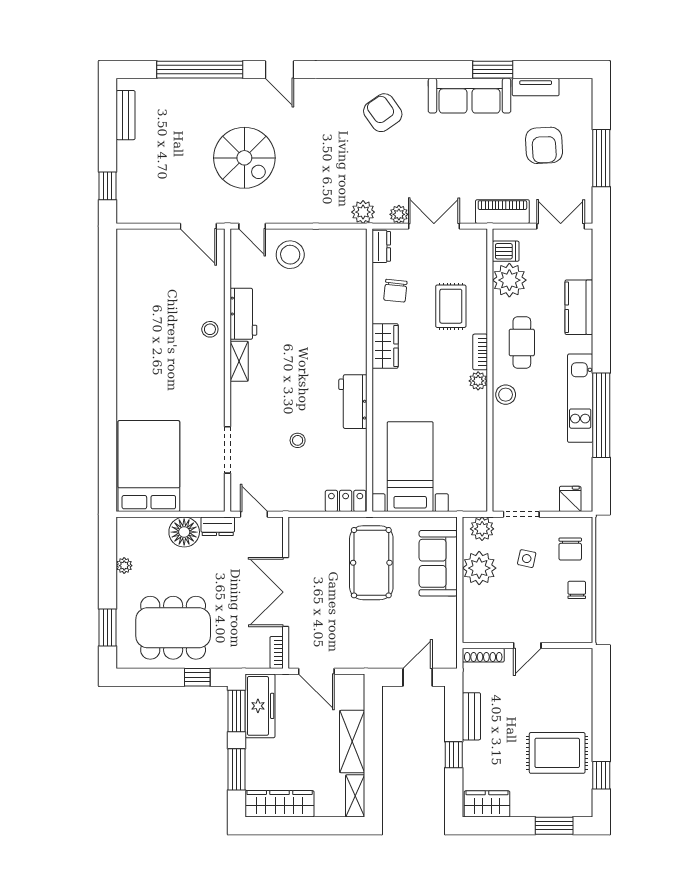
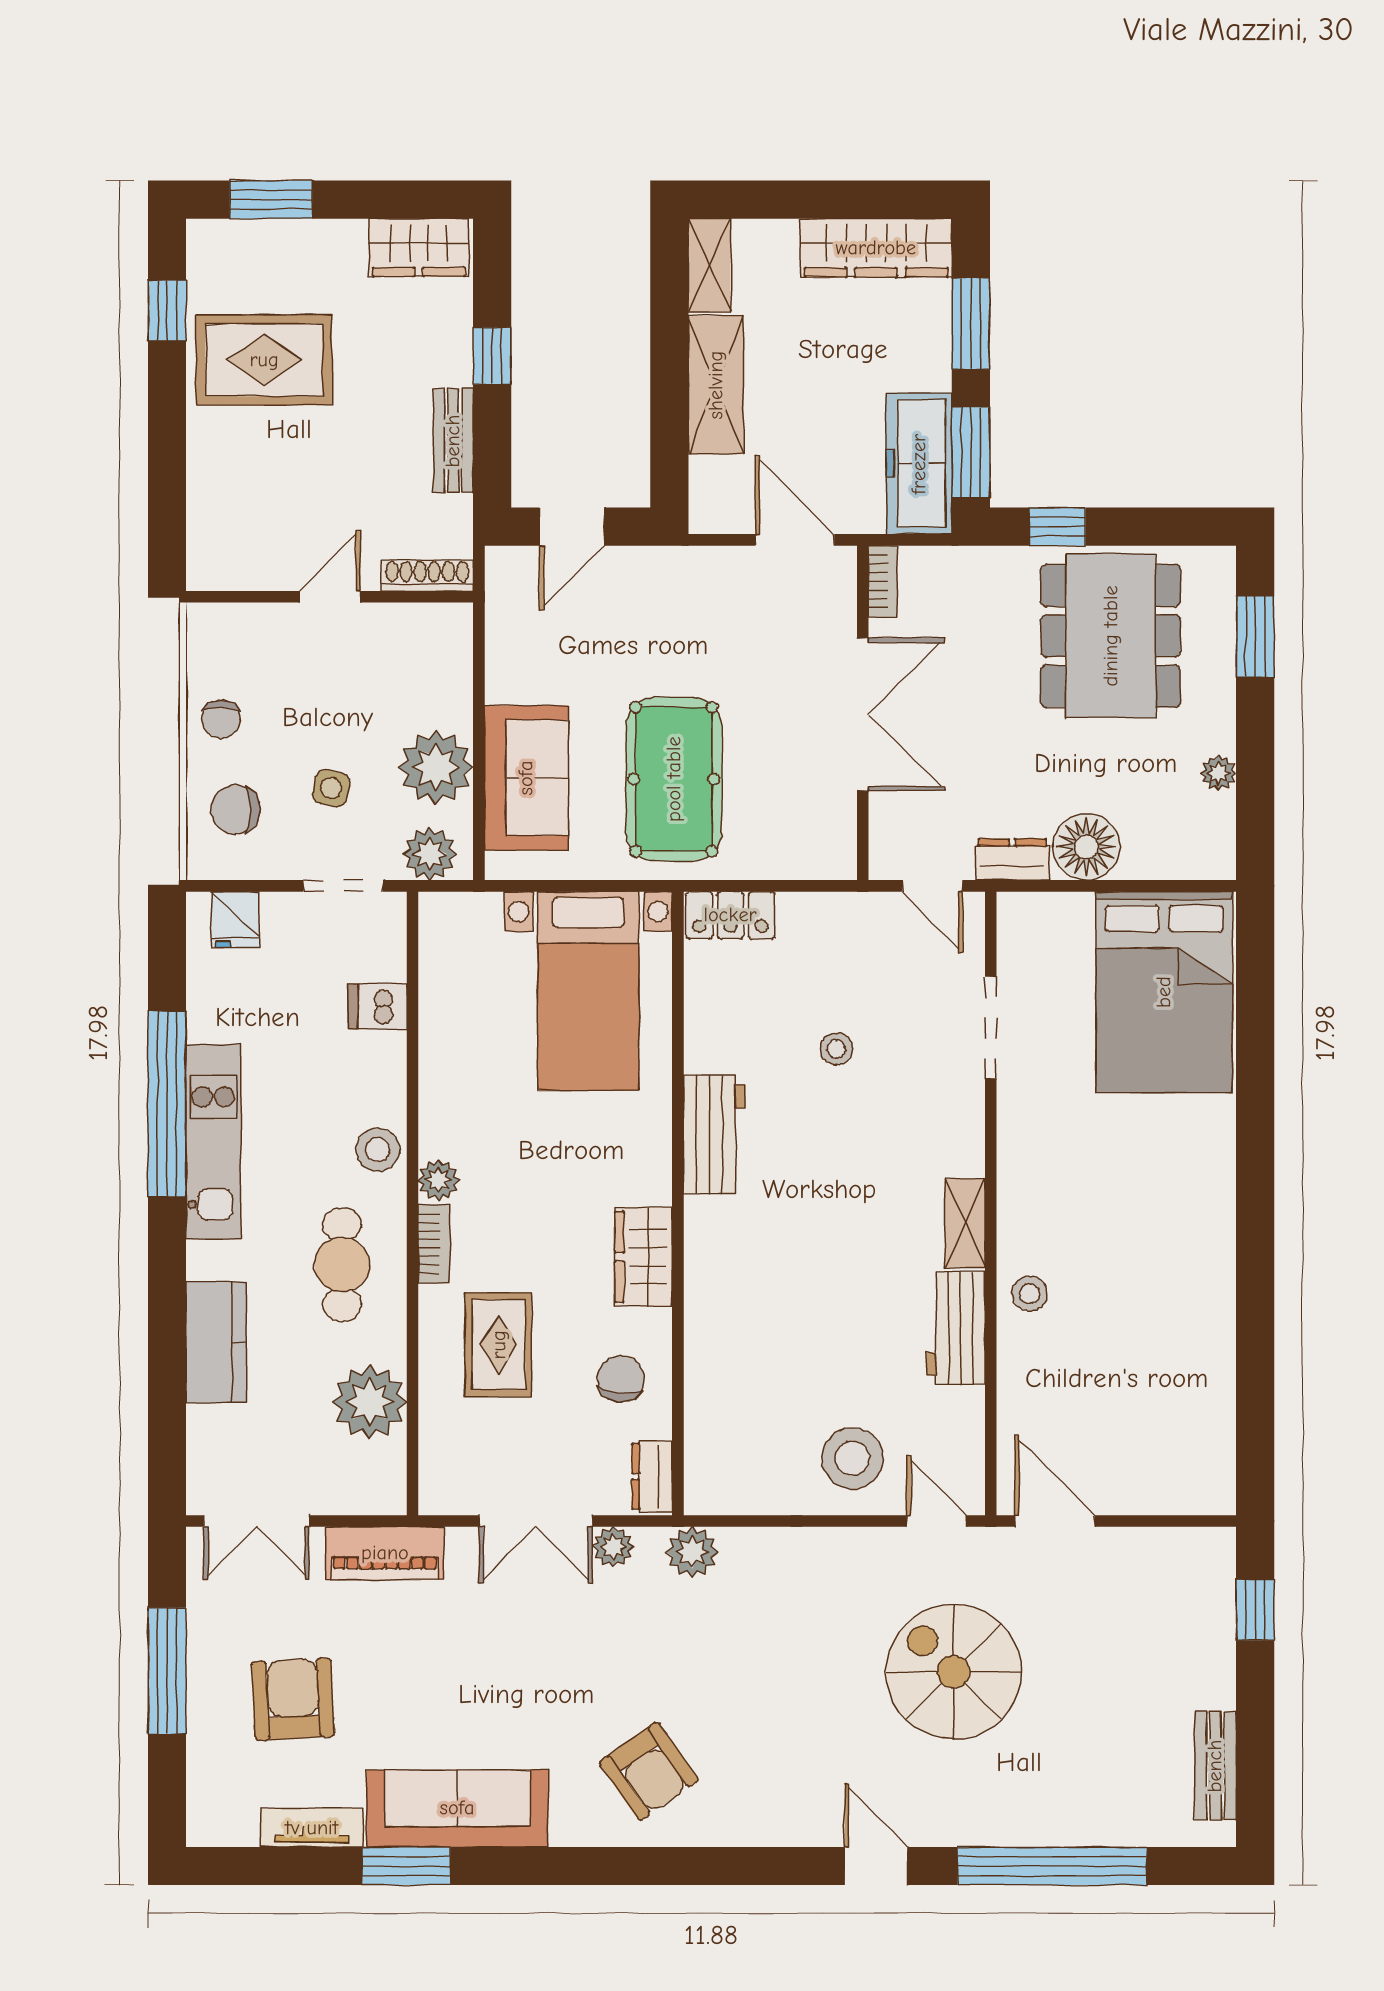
dishwasher: (506, 251) -> (378, 1007), moved
chair: (570, 549) -> (235, 809), turned -90
dining table: (173, 628) -> (1111, 636), turned 90

